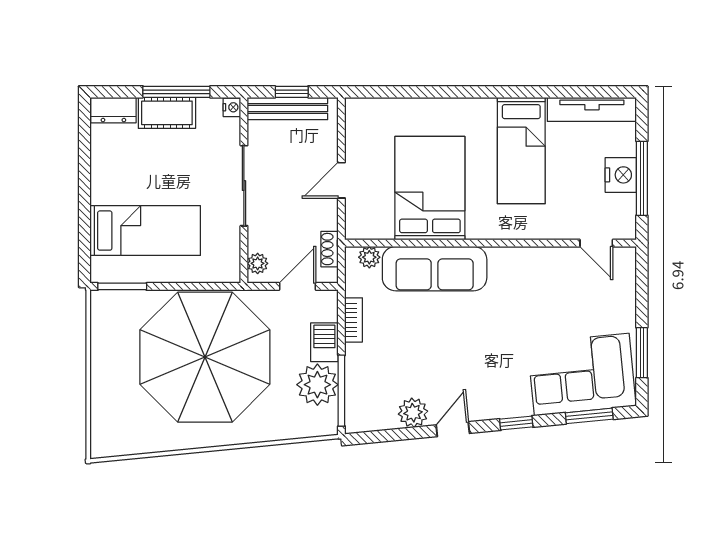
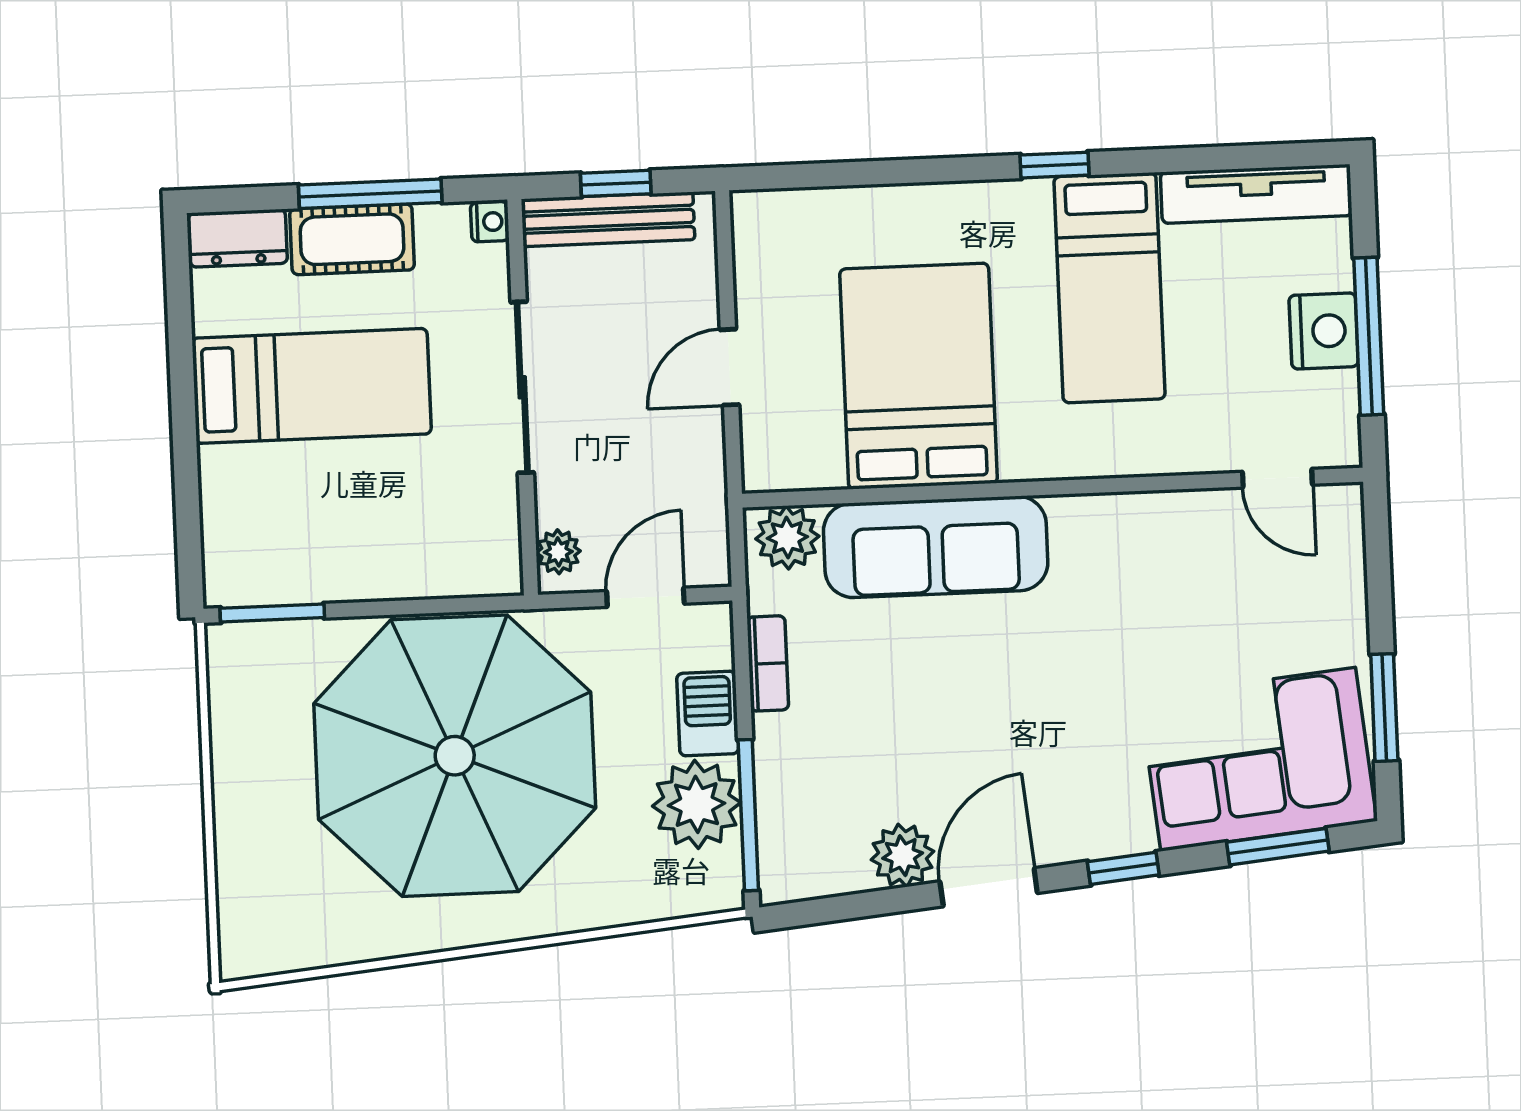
window: (498, 92) -> (1055, 165), added
bed: (145, 231) -> (312, 386), moved
shoe rack: (330, 249) -> (710, 515), removed
plant: (369, 257) -> (787, 538), width x1.38, depth x1.38
door: (453, 429) -> (989, 887), width x1.38

